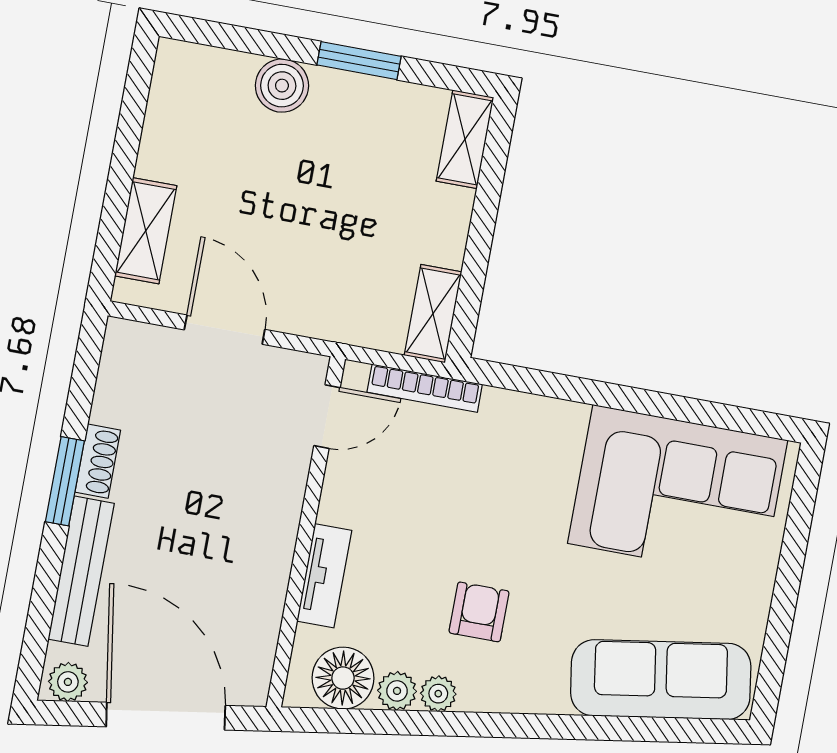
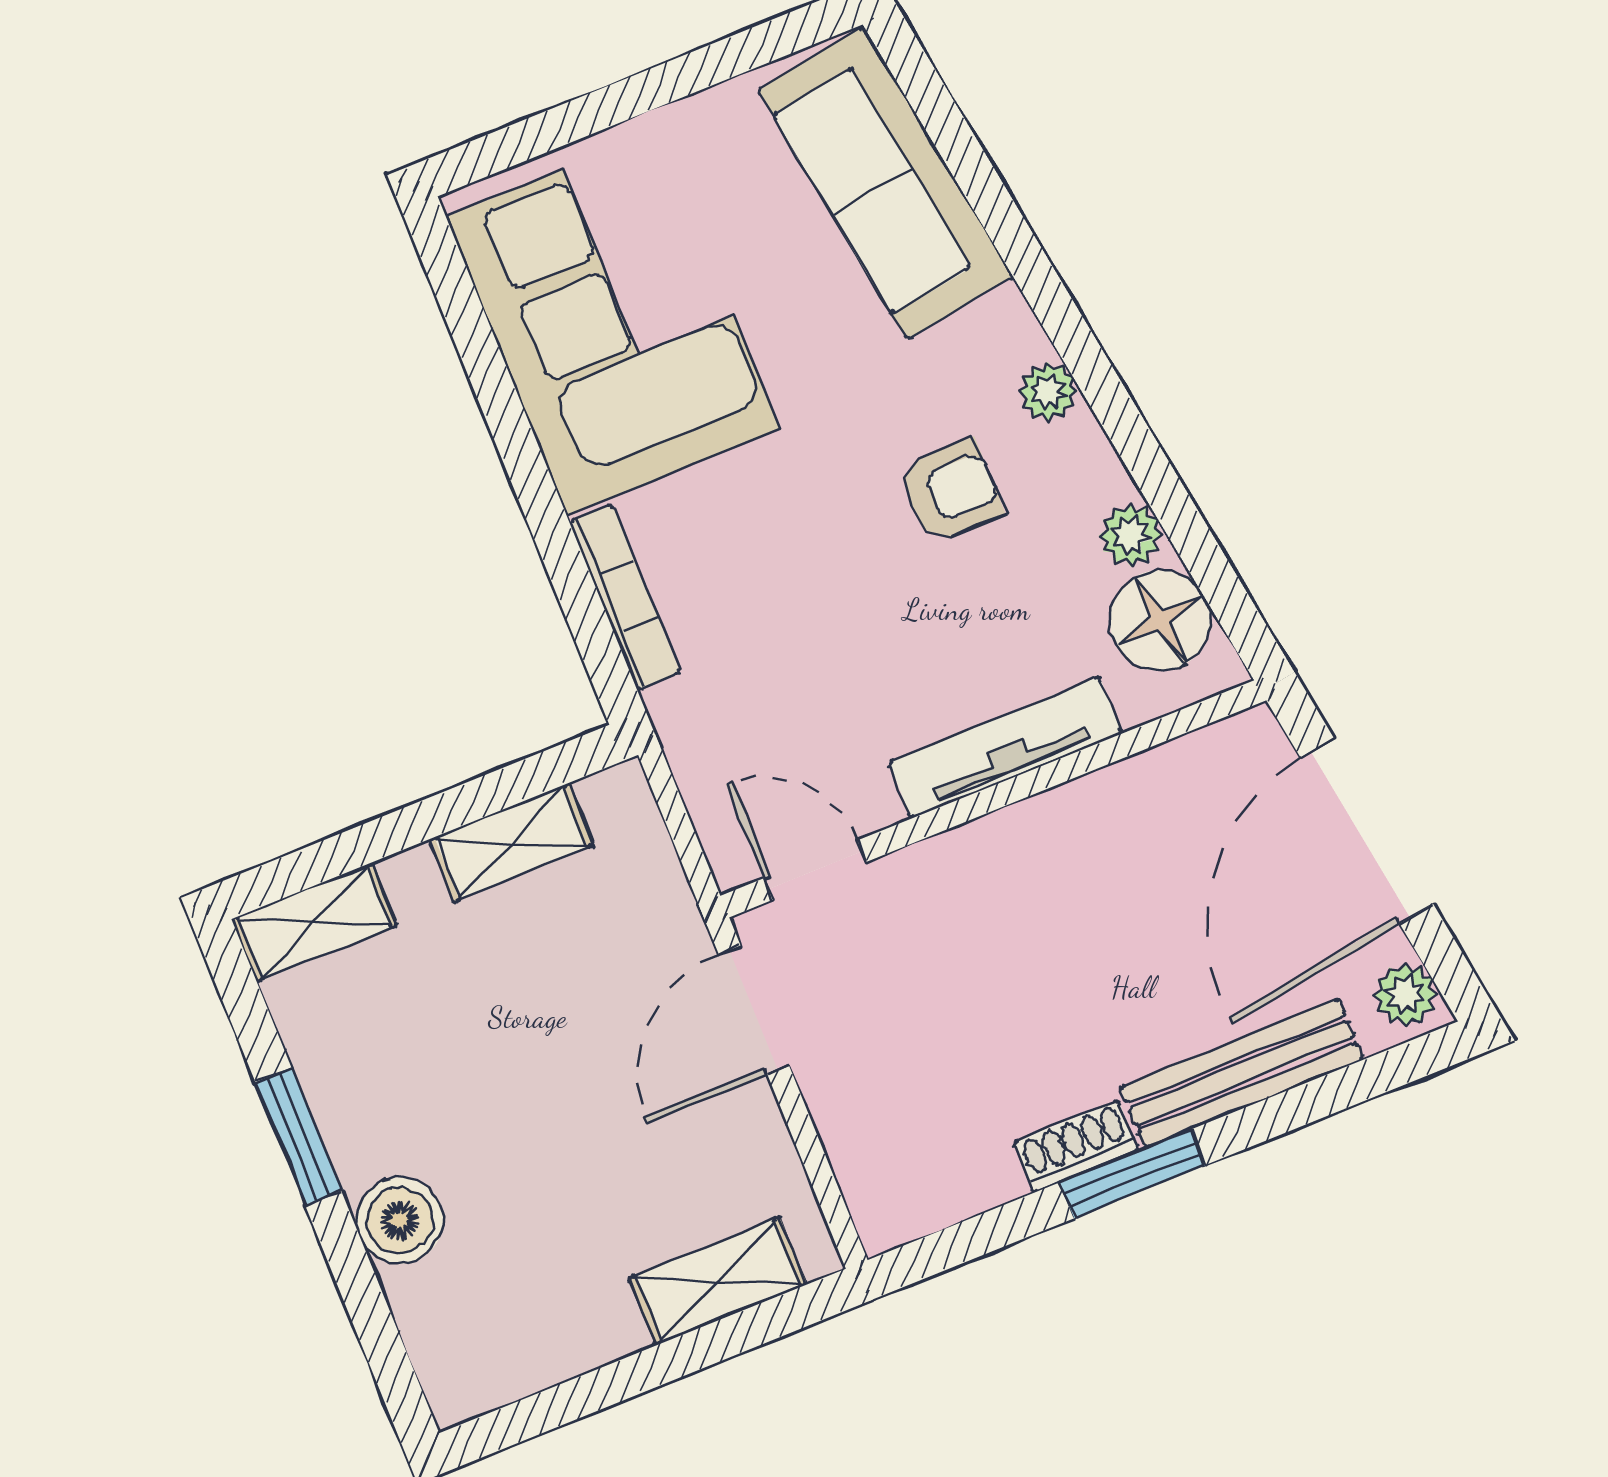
shelving: (433, 314) -> (511, 843), moved
door: (225, 330) -> (754, 1010), moved
bookcase: (425, 388) -> (625, 597), moved
tv unit: (324, 576) -> (1005, 748), width x1.41
armchair: (479, 612) -> (951, 491), turned 180
plant: (438, 694) -> (1048, 391), moved

